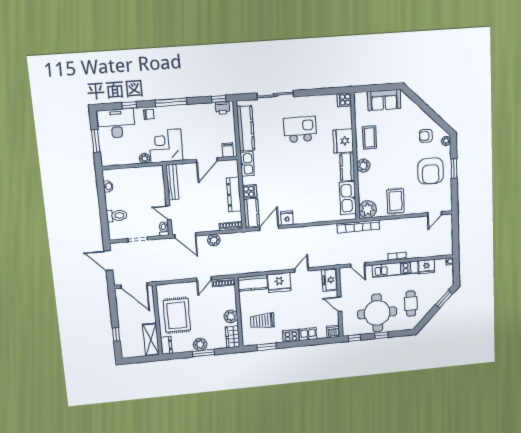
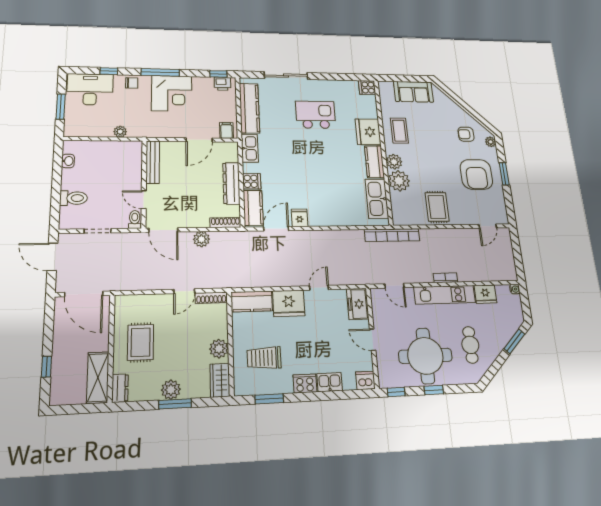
corner desk: (166, 146) -> (172, 93), moved, turned 180
plant: (368, 209) -> (399, 181), moved
rug: (177, 315) -> (141, 342), width x0.73, depth x0.70

